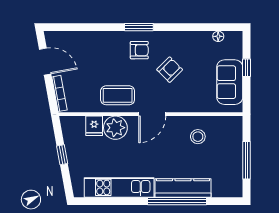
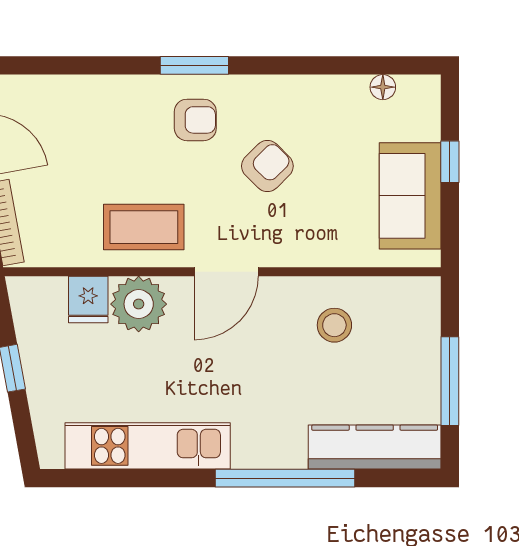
kitchen counter: (183, 188) -> (375, 447), moved

